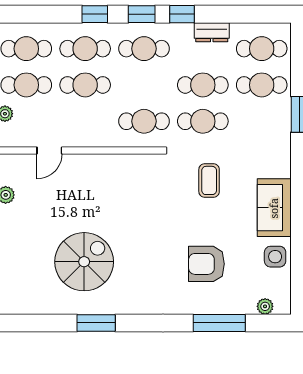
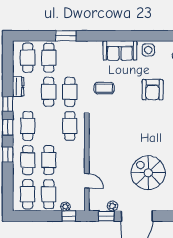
spiral stairs: (84, 262) -> (148, 173), moved

